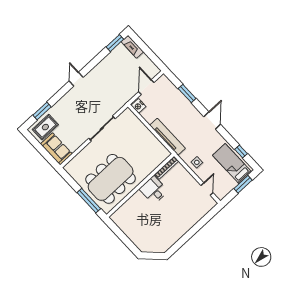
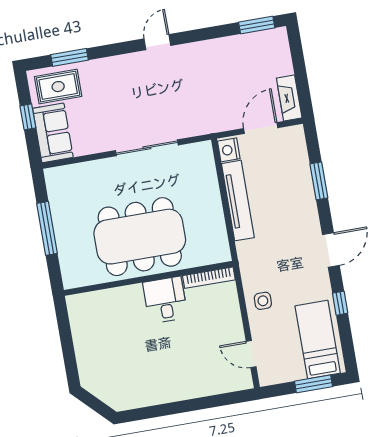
fireplace: (132, 47) -> (289, 98), moved
tv unit: (168, 137) -> (238, 201), moved
window: (41, 149) -> (28, 117), added
window: (241, 151) -> (340, 303), moved
dining table: (111, 179) -> (140, 237), moved
door: (207, 189) -> (251, 354), swing flipped
window: (89, 201) -> (47, 228), moved

